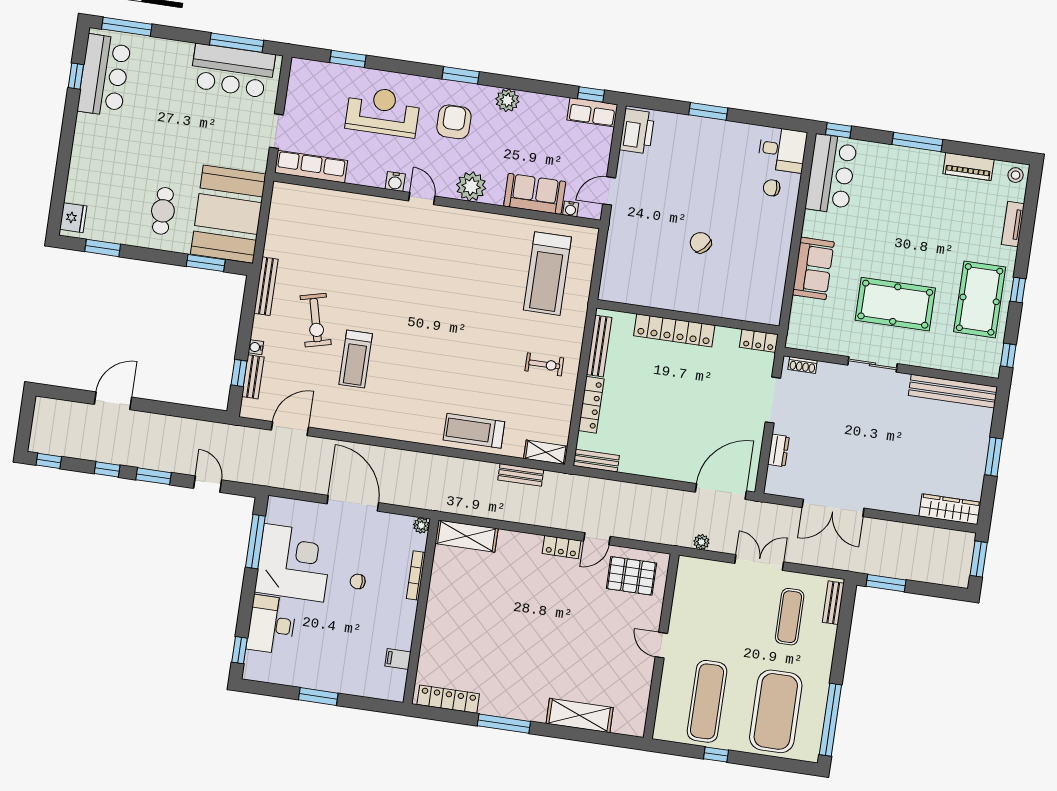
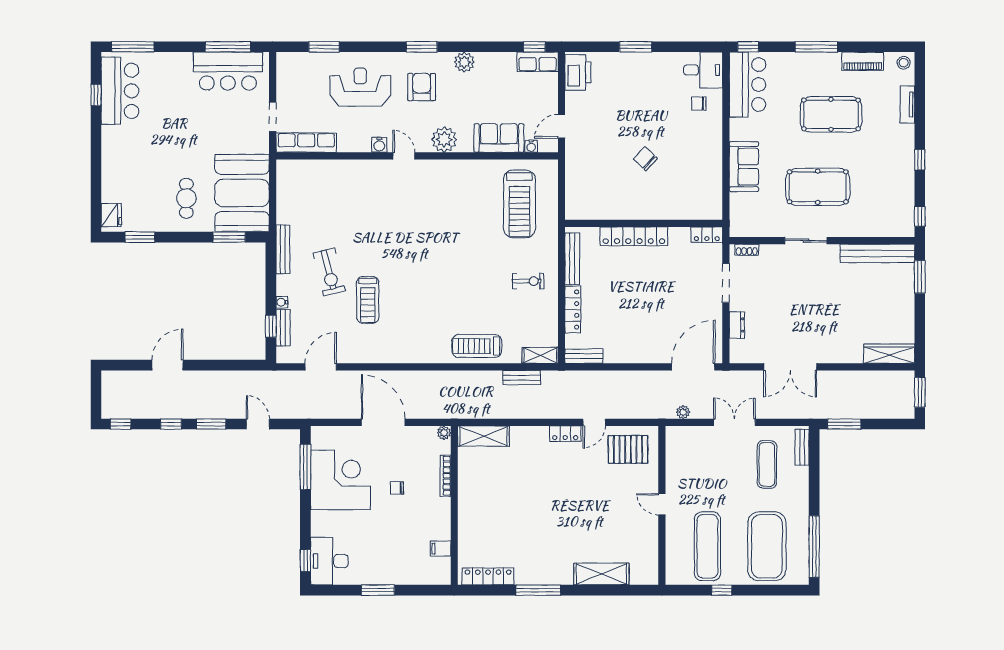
pool table: (980, 299) -> (831, 114), moved, turned 90
window: (994, 457) -> (920, 277), moved
desk: (272, 625) -> (329, 561), moved

